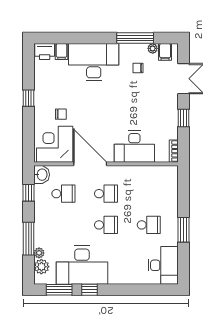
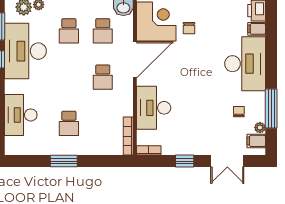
bookcase: (160, 170) -> (128, 136), added
school desk: (106, 225) -> (69, 31), moved
desk: (163, 265) -> (21, 115), moved, turned 90

